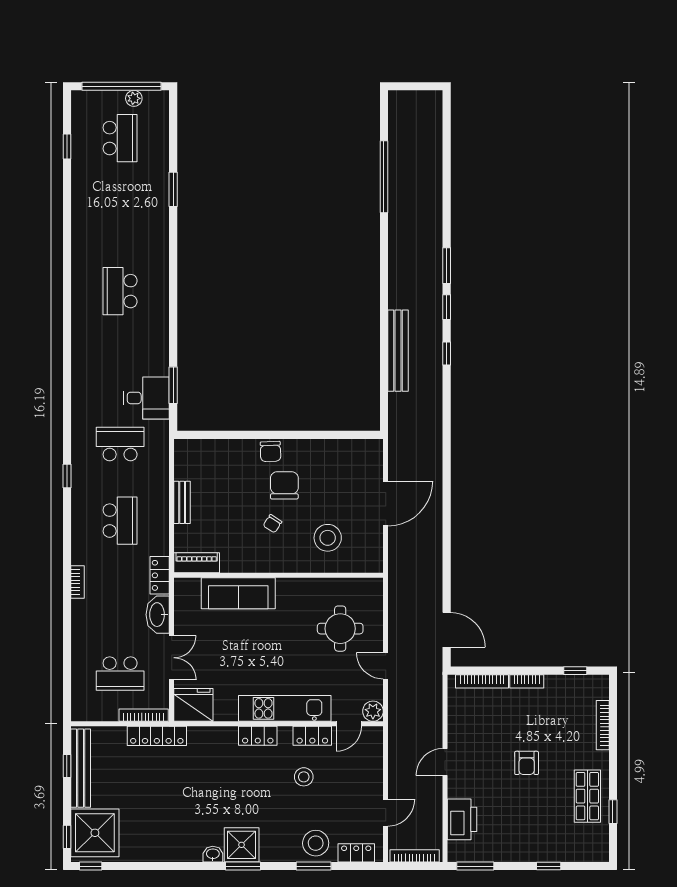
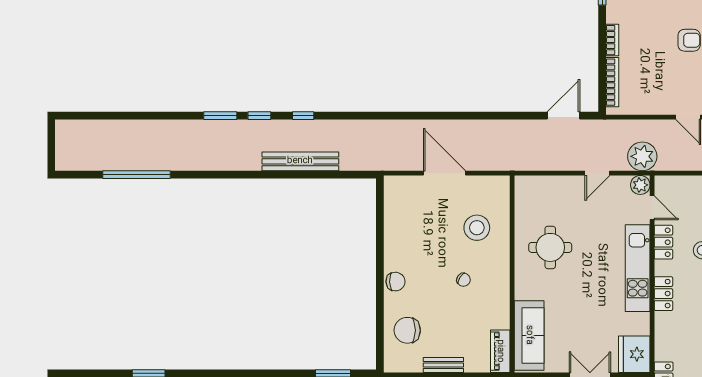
chair: (284, 485) -> (407, 330), moved
sofa: (238, 593) -> (529, 335), moved
round table: (340, 629) -> (550, 247), moved
plant: (403, 713) -> (642, 156), added

